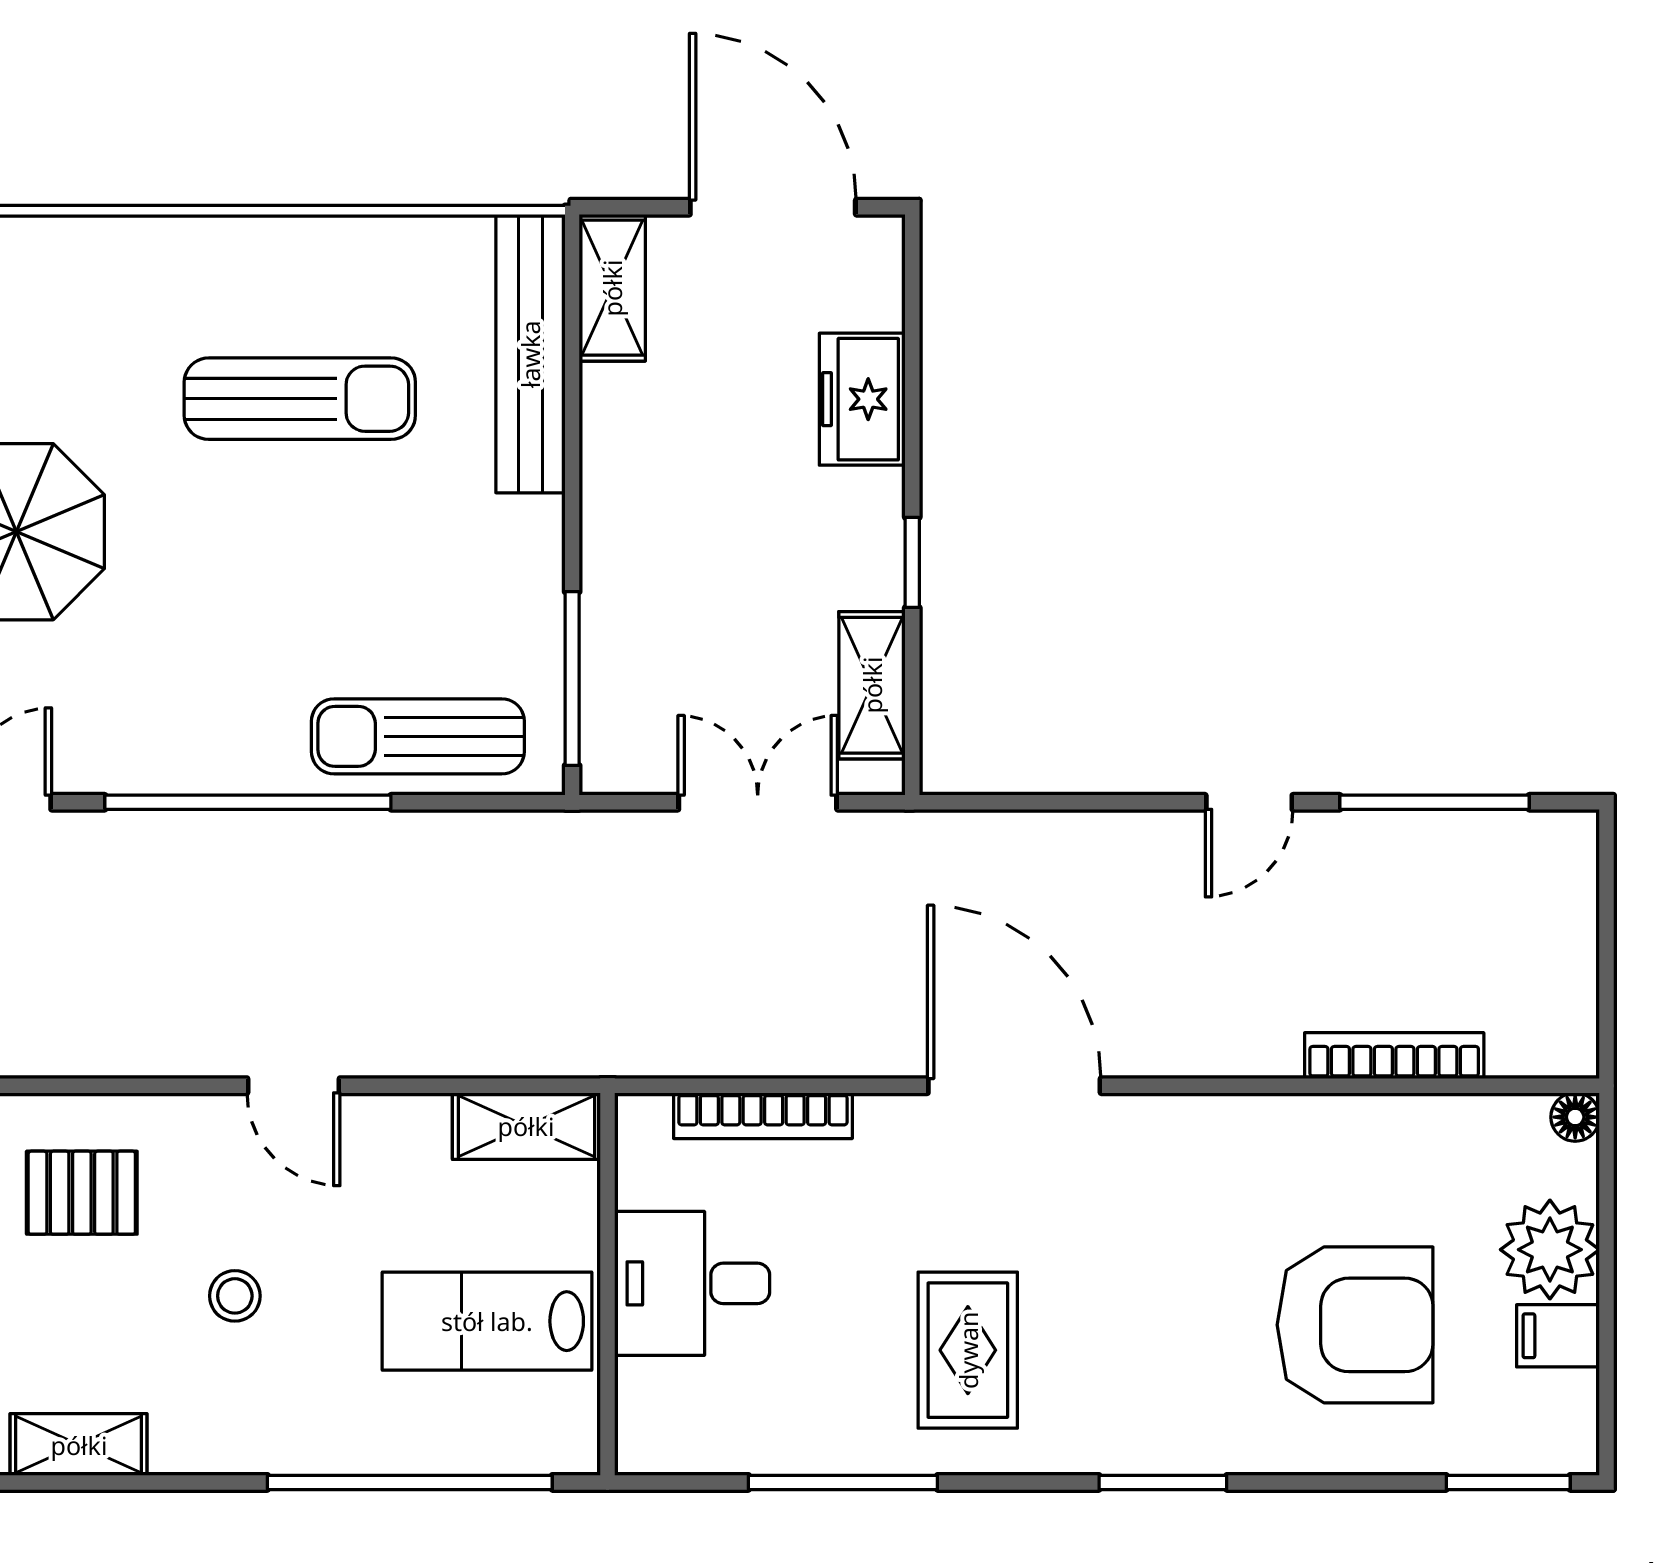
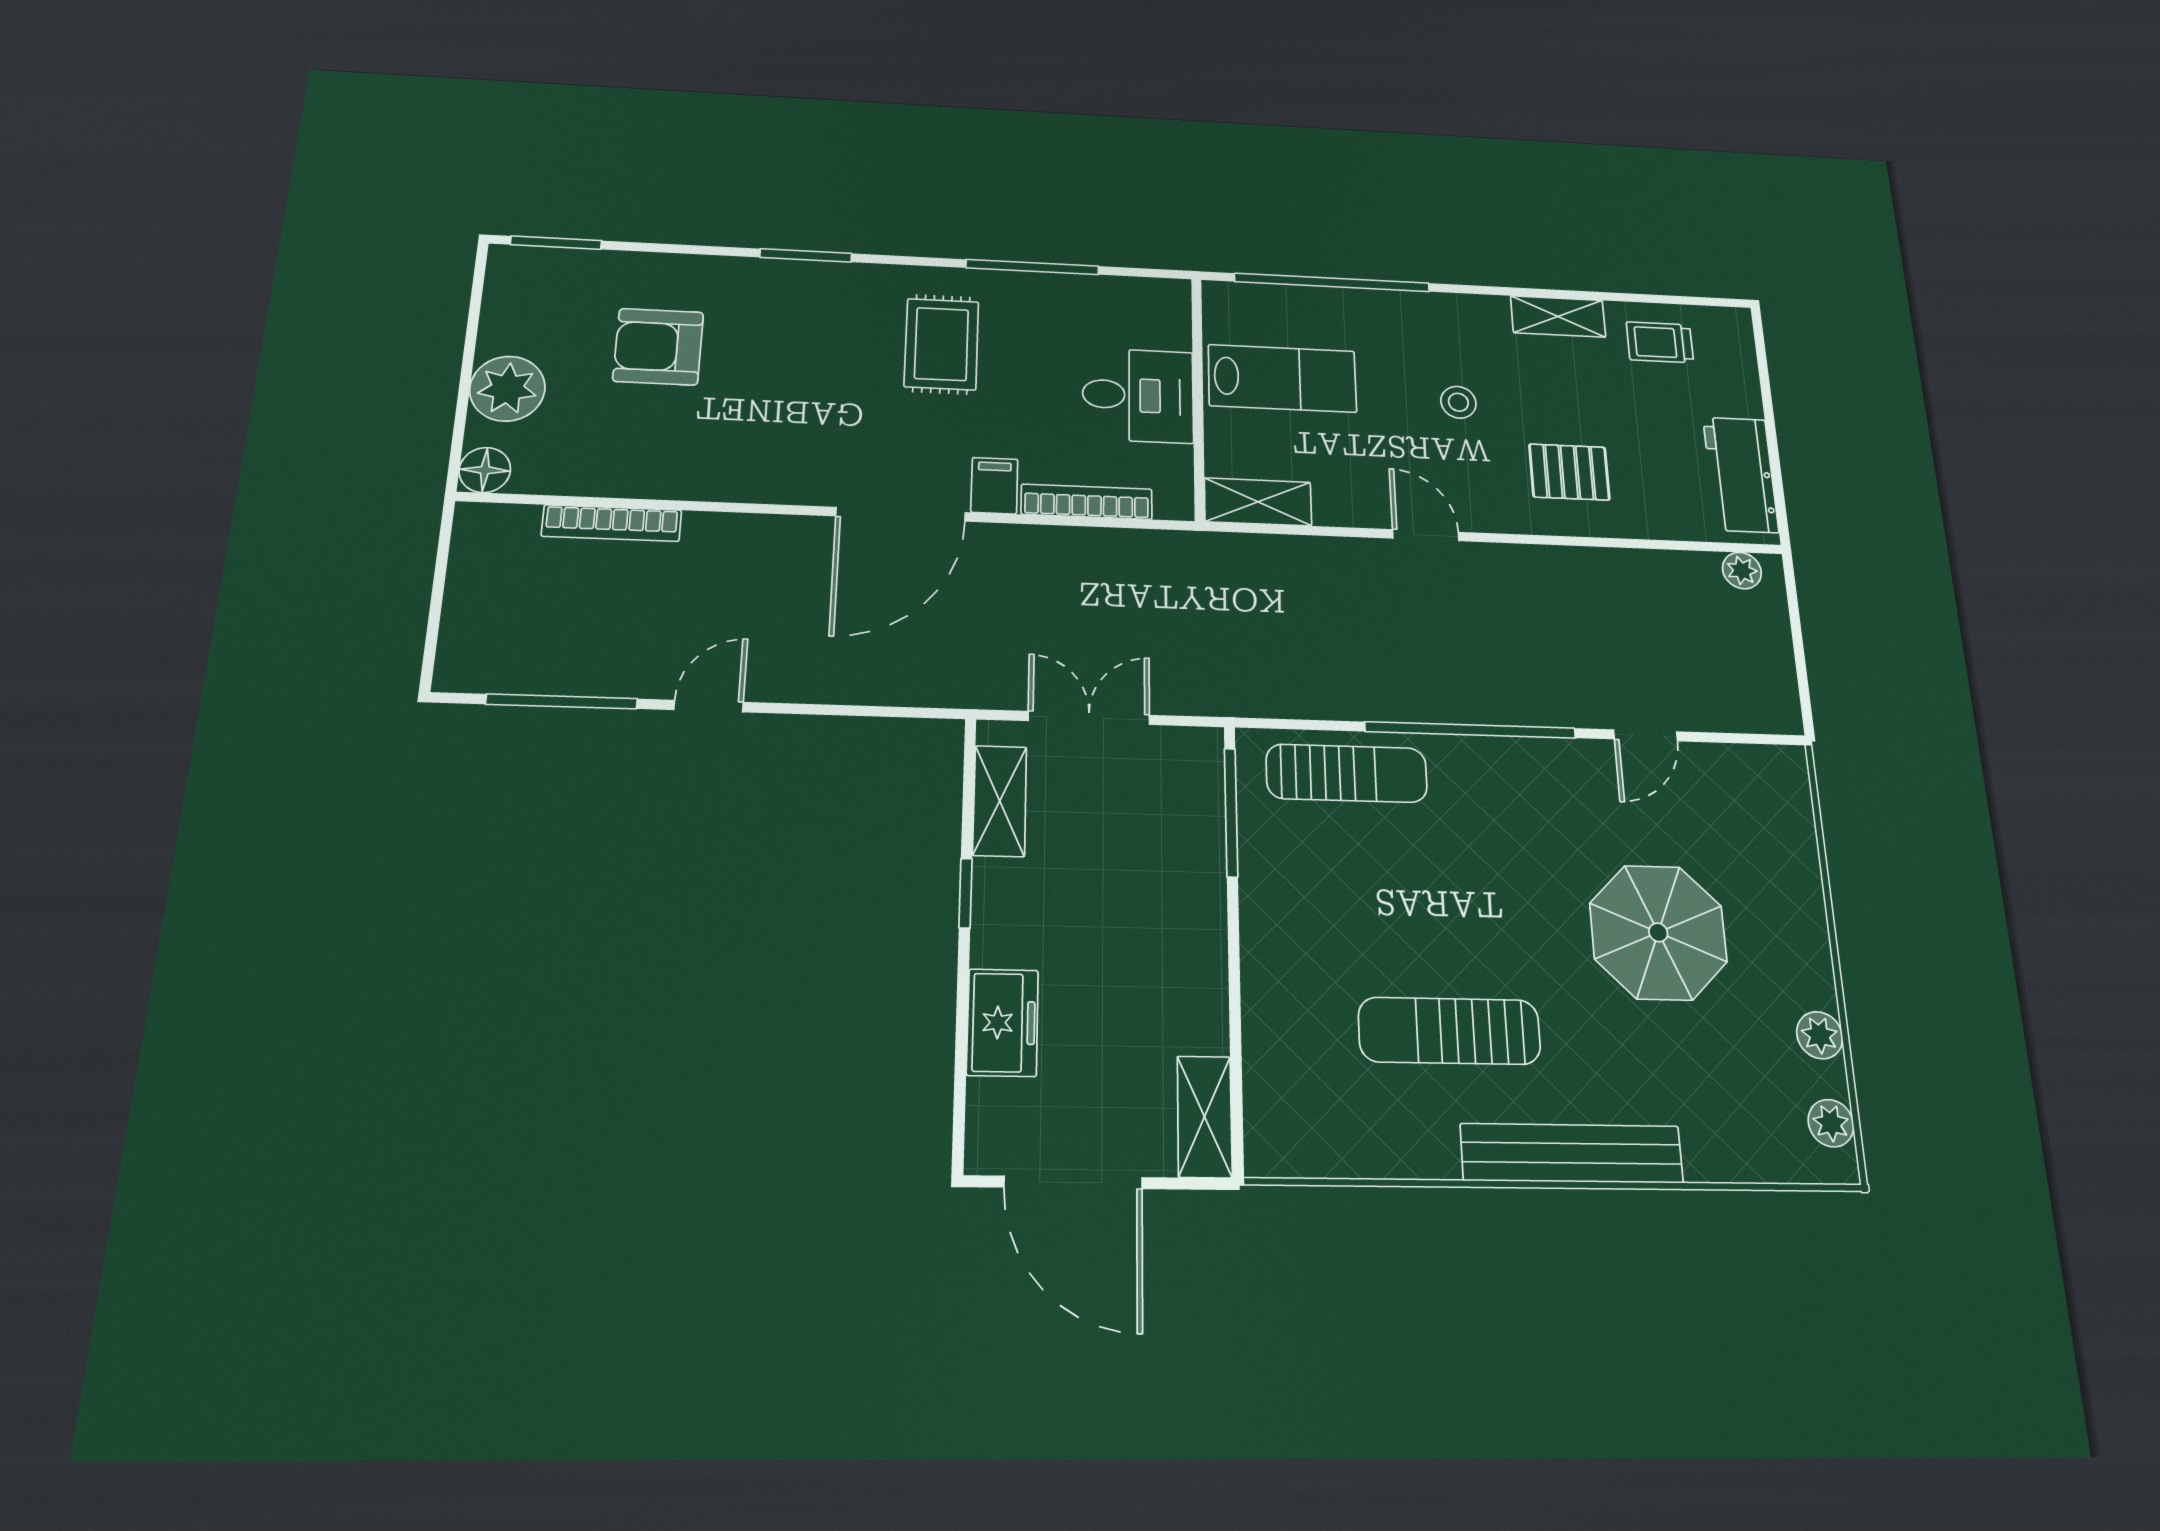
bench: (530, 354) -> (1572, 1153), moved, turned 90
double door: (758, 802) -> (1089, 718), swing flipped
door: (1014, 1086) -> (901, 514), hinge flipped
floor lamp: (1575, 1117) -> (485, 470), width x1.37, depth x1.37
armchair: (1355, 1325) -> (658, 347), width x0.73, depth x0.73
filing cabinet: (1558, 1336) -> (994, 486), moved, turned -90

